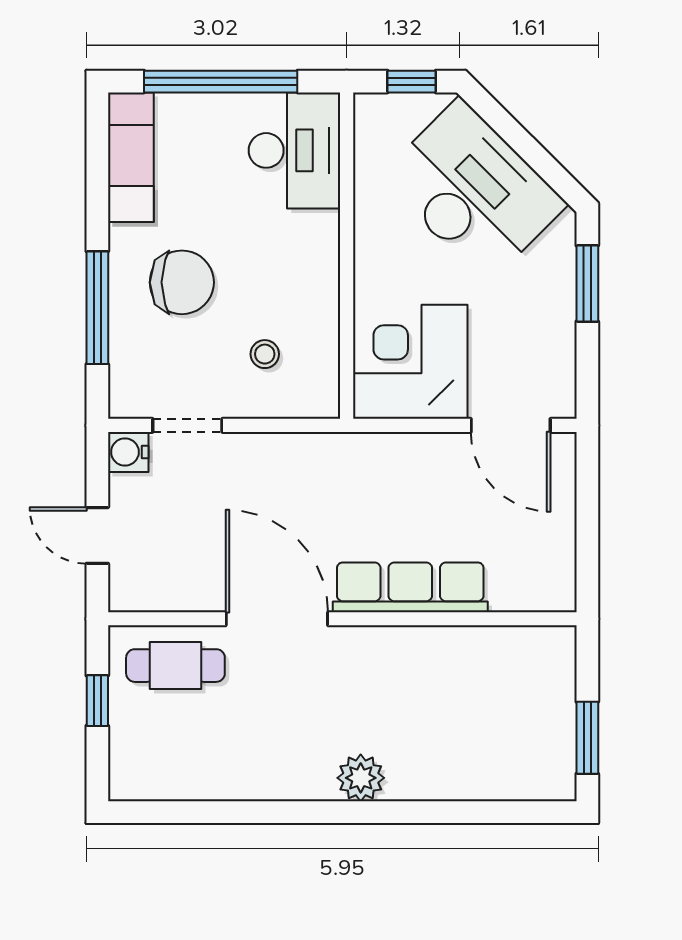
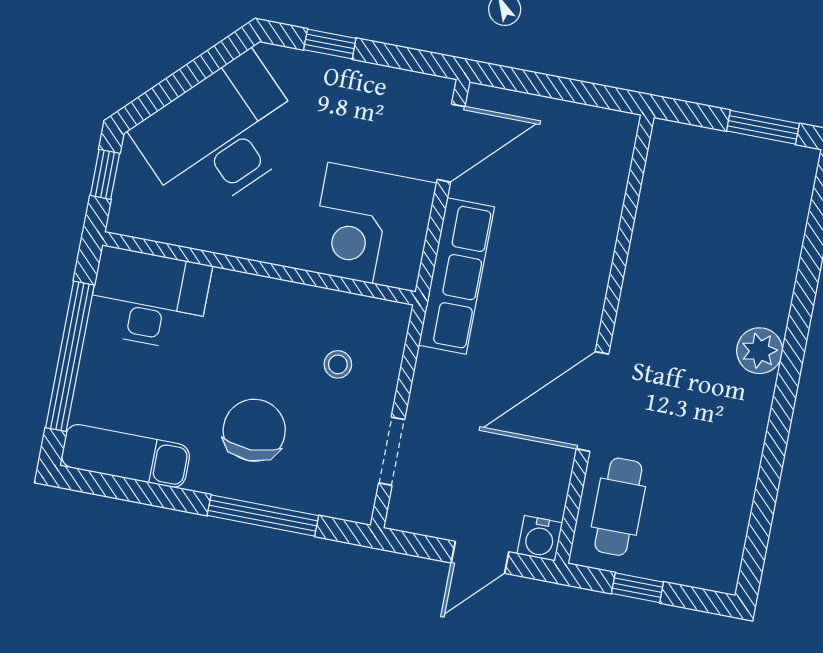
window: (587, 284) -> (330, 44), width x0.67
water cooler: (128, 452) -> (540, 538), moved
row of seats: (410, 587) -> (456, 276), moved, turned 180

